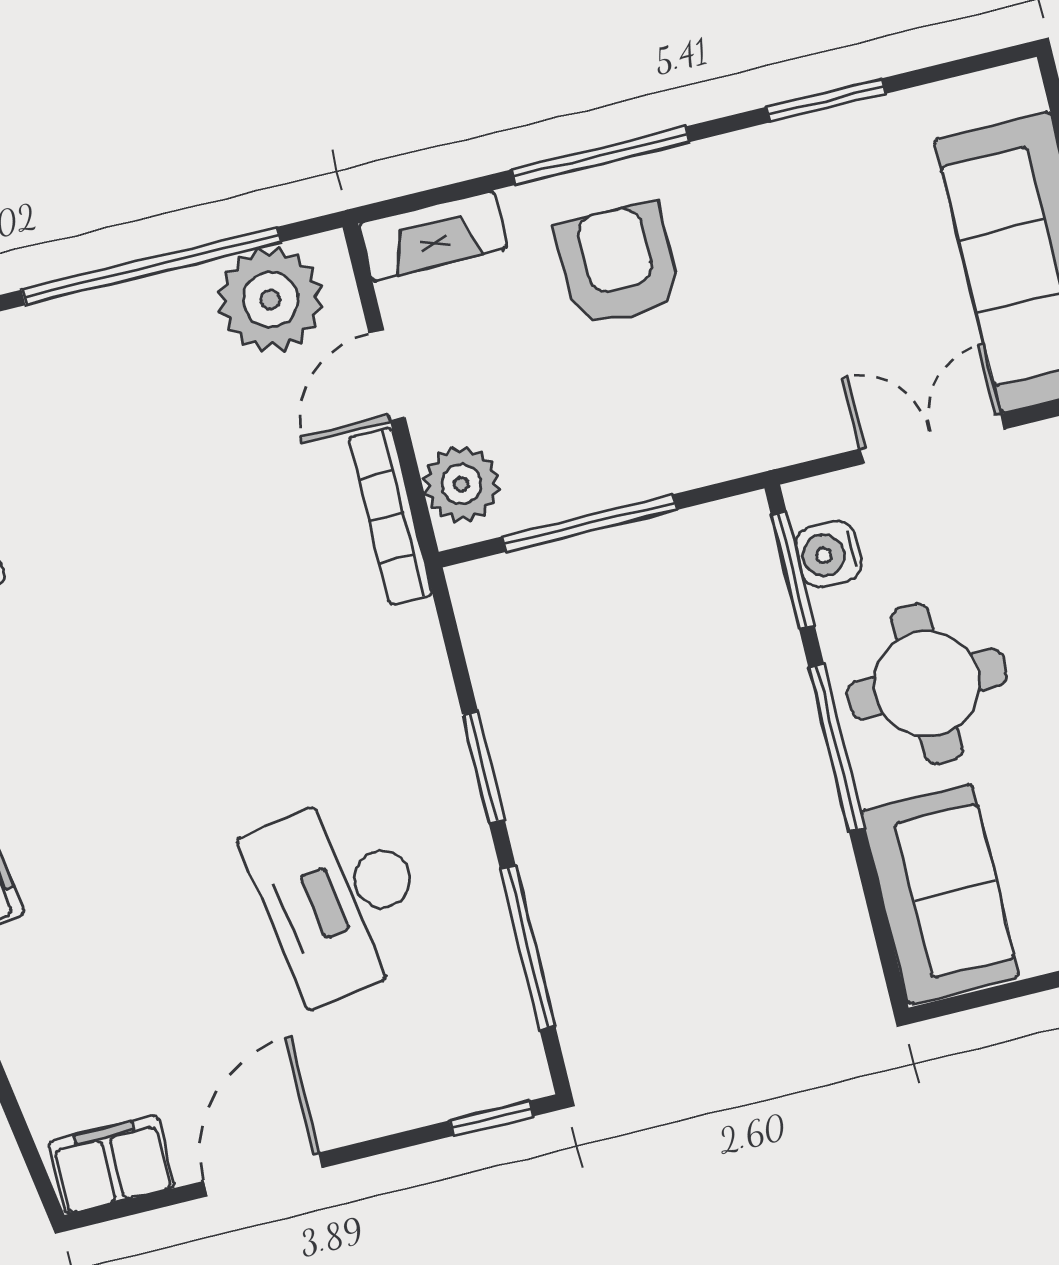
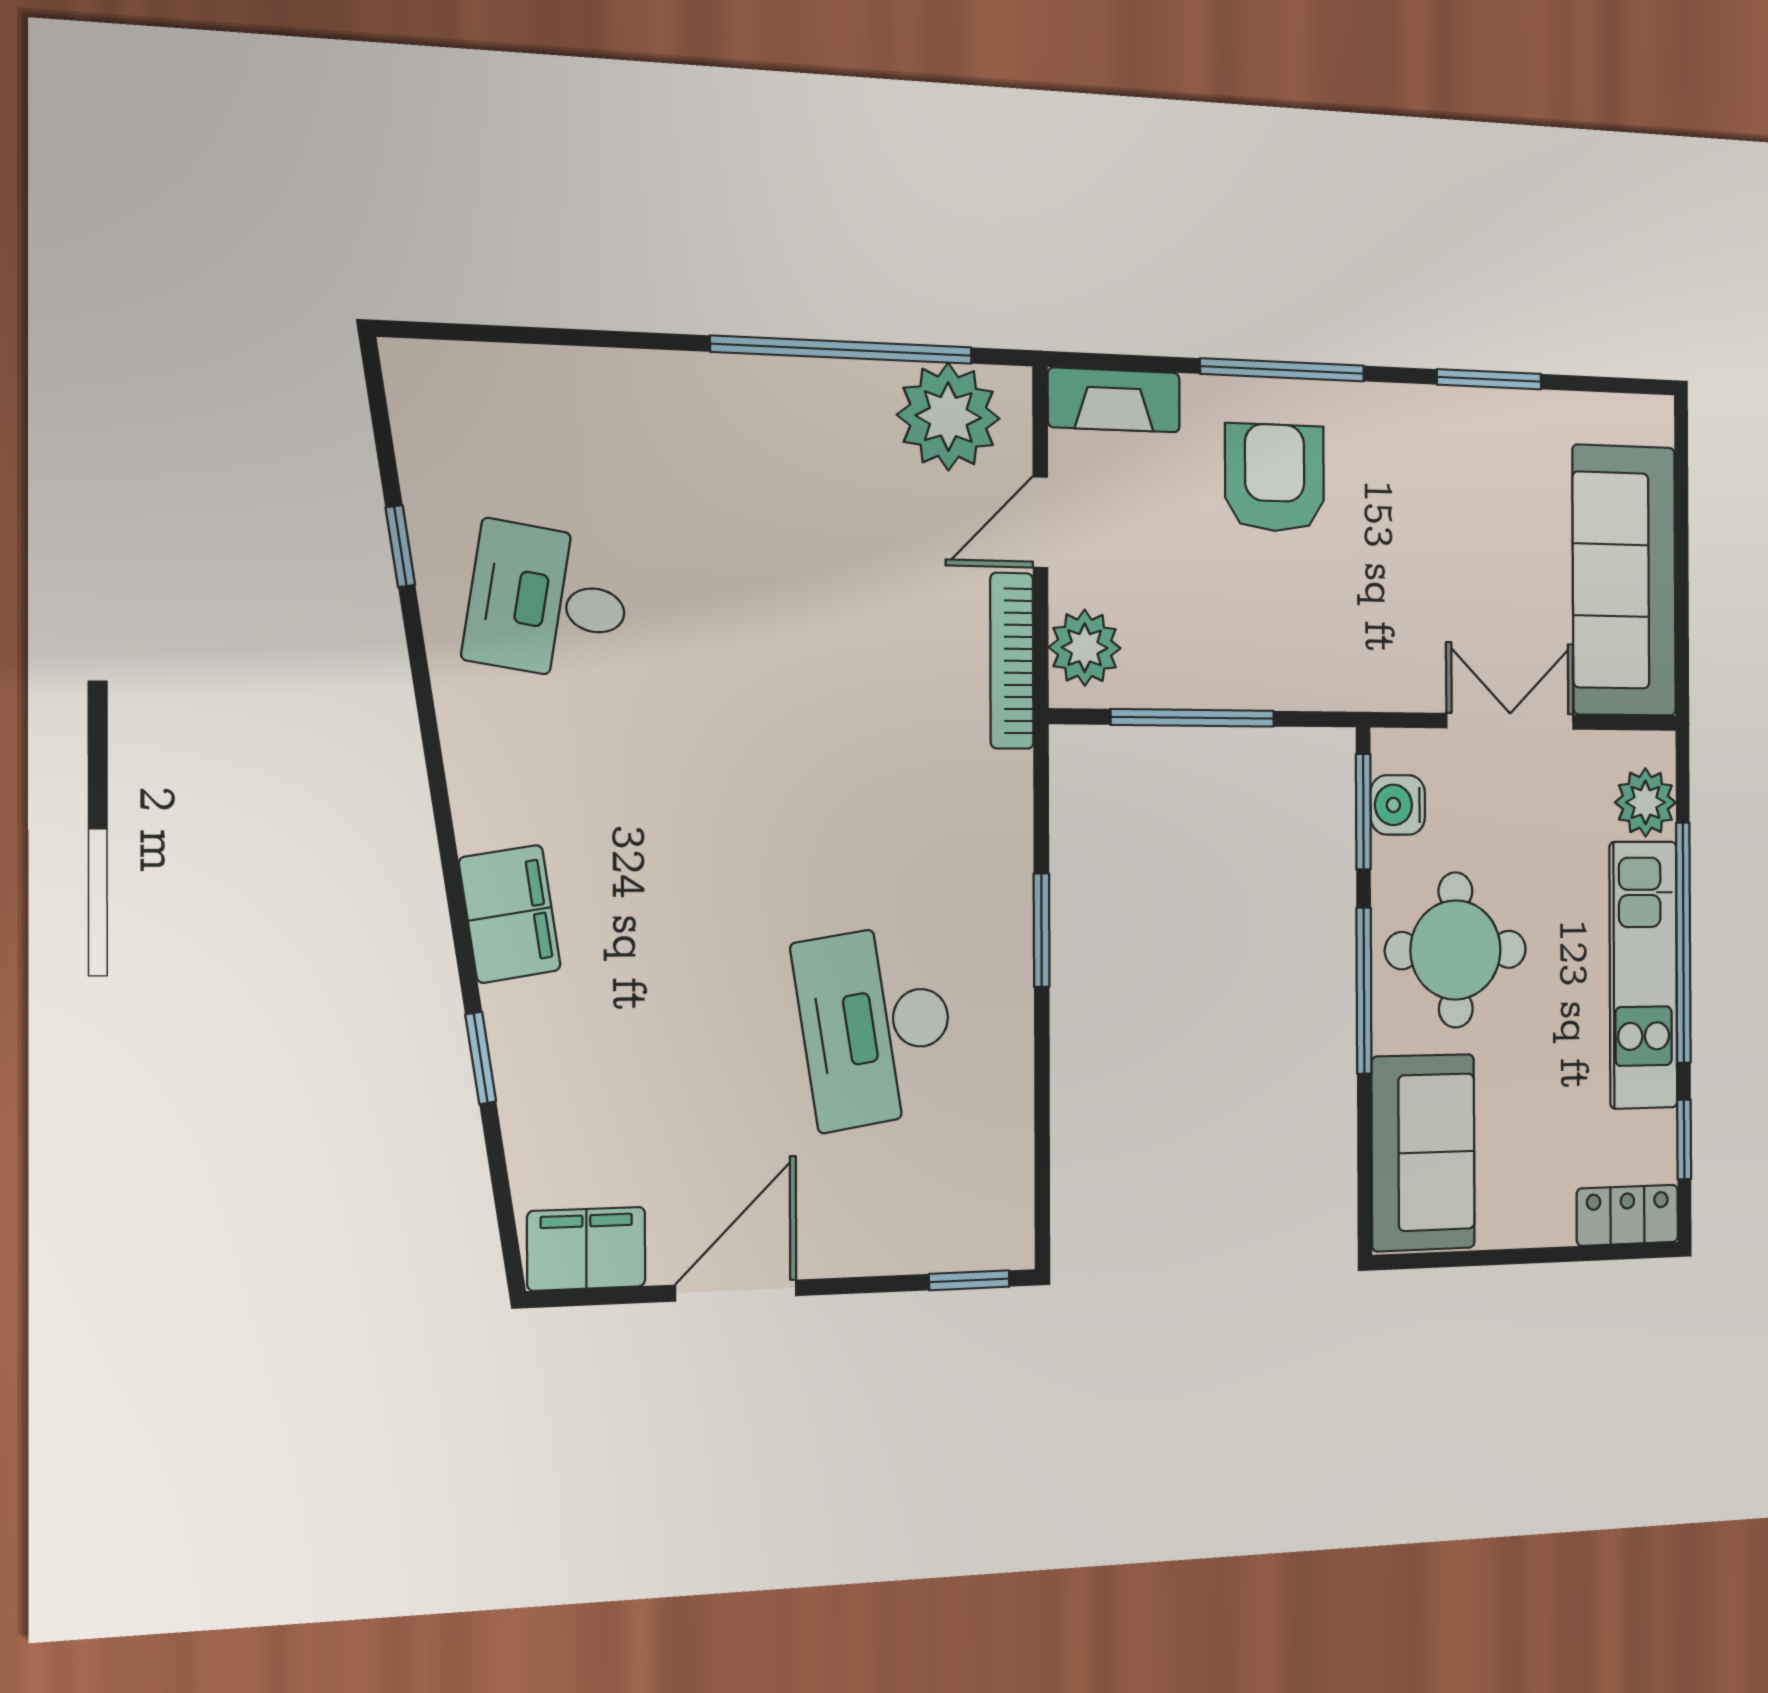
window: (528, 948) -> (1042, 1118), removed

